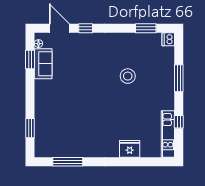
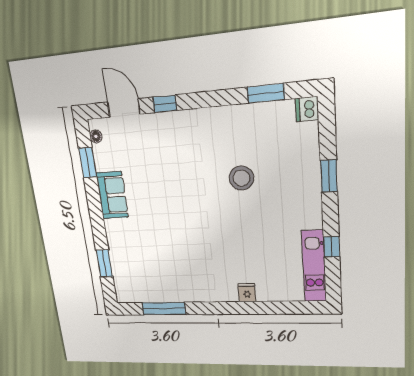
sofa: (43, 64) -> (112, 195), moved
window: (179, 78) -> (329, 176), width x0.69
fridge: (130, 149) -> (247, 293), width x0.53, depth x0.75

